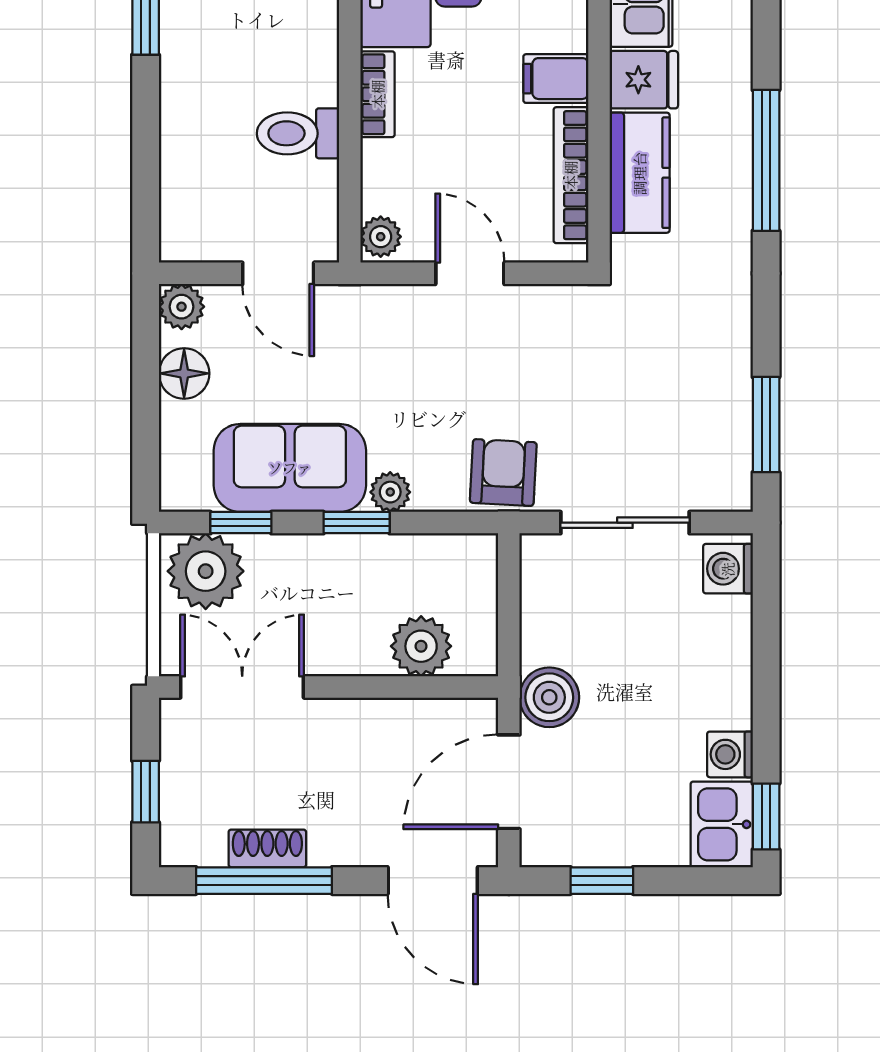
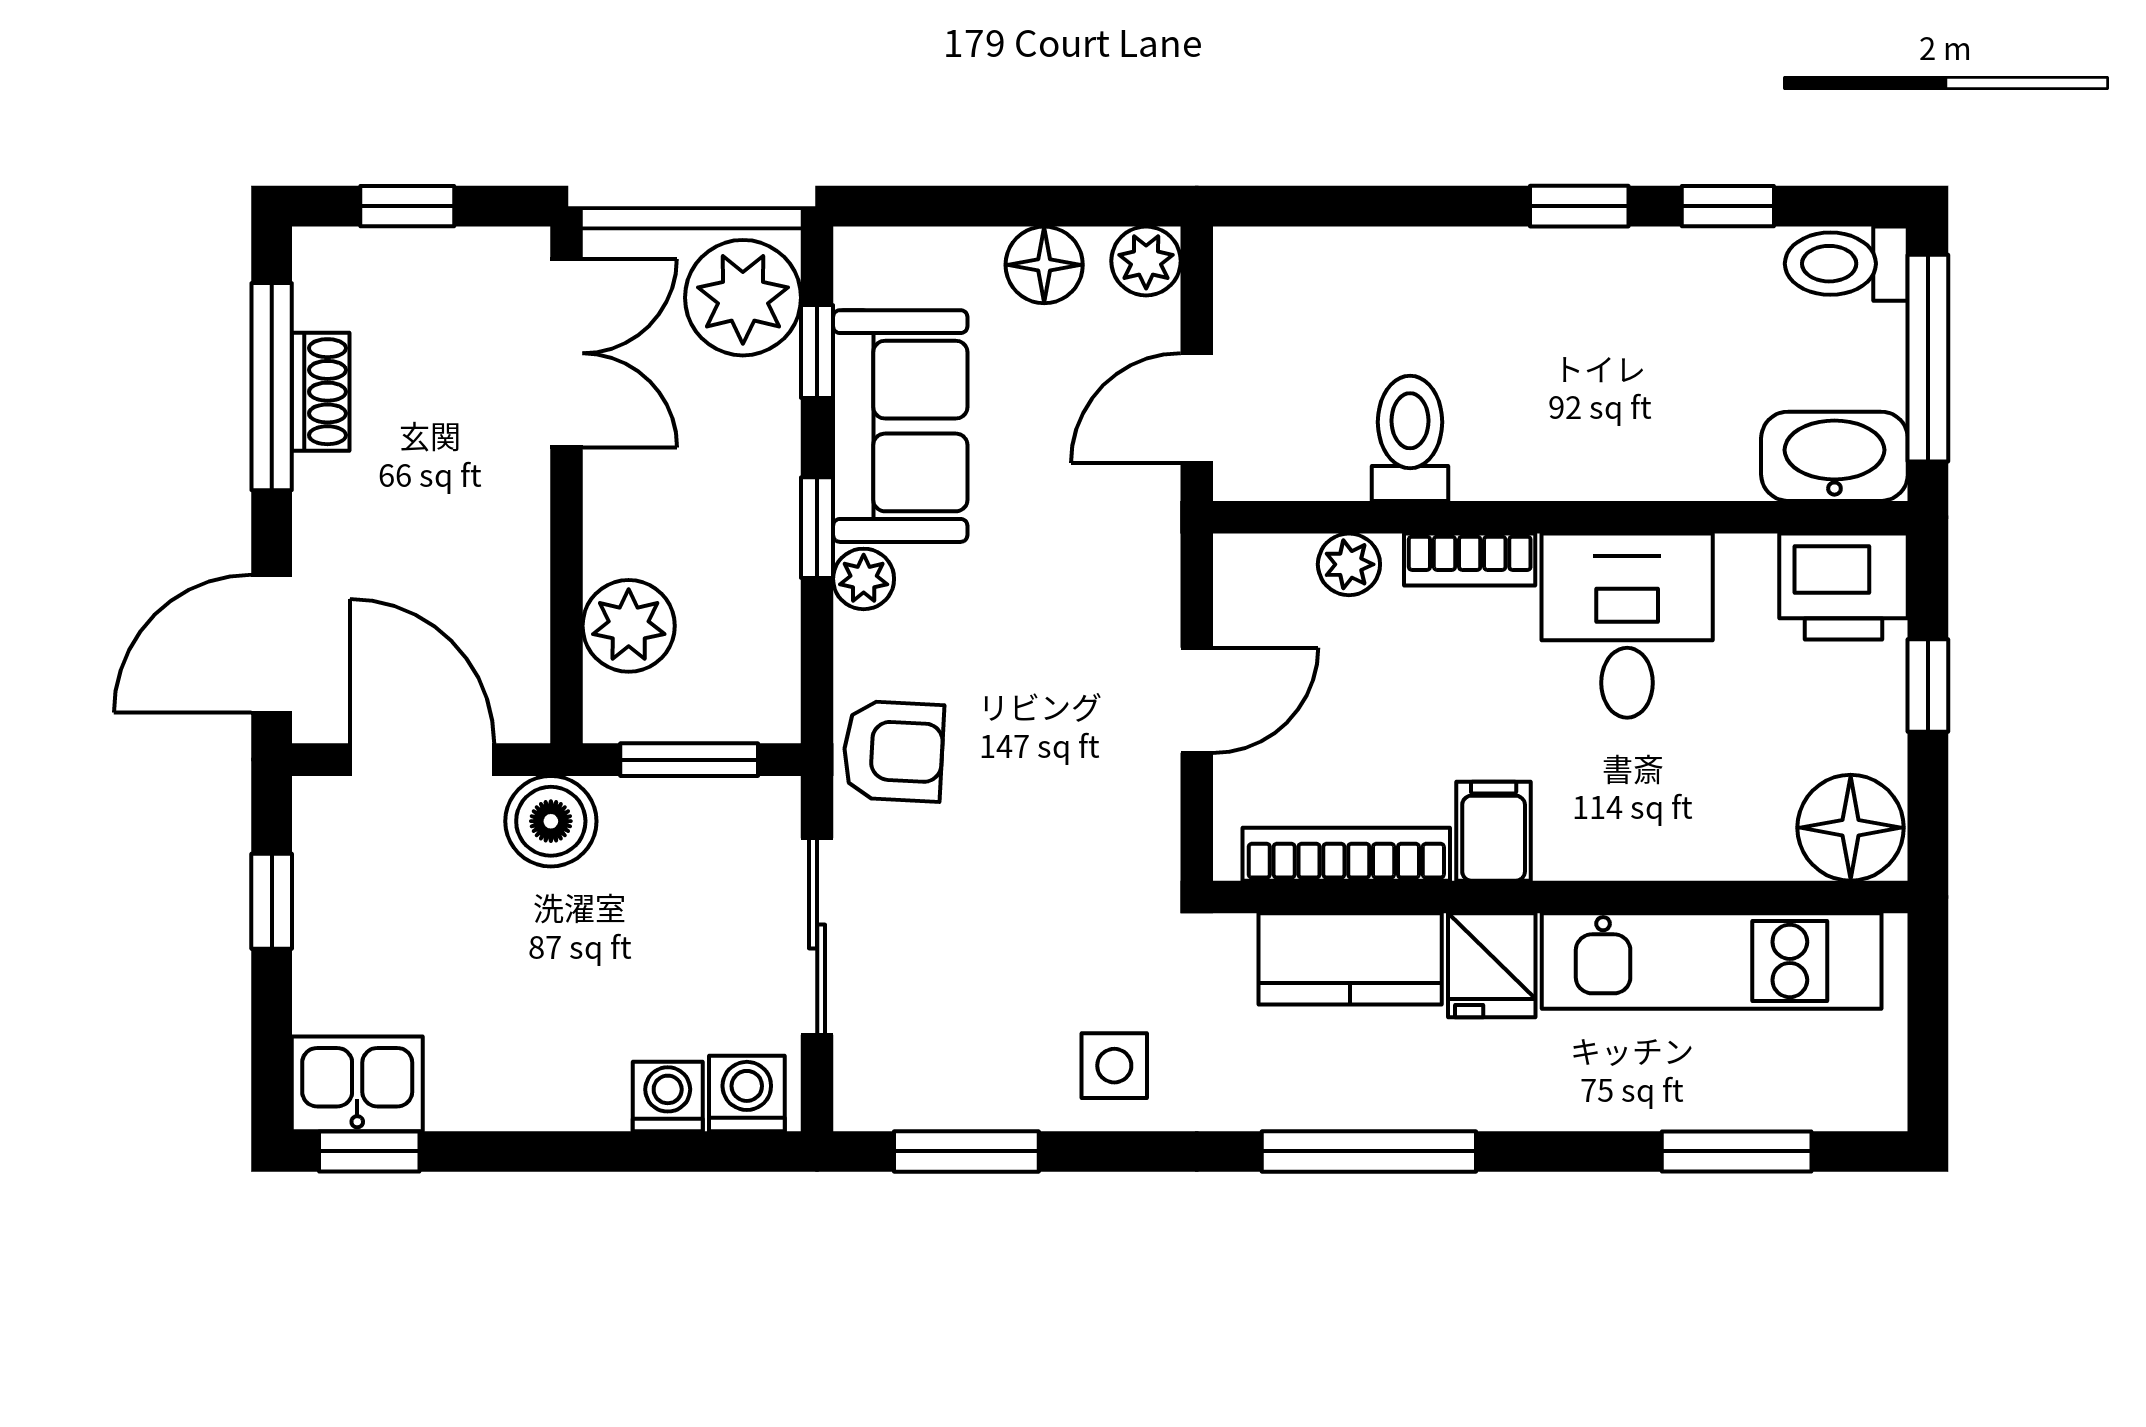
plant: (381, 237) -> (1349, 564), moved
side table: (710, 327) -> (1114, 1066), added
window: (509, 607) -> (689, 760), added
washing machine: (730, 754) -> (668, 1096), moved

